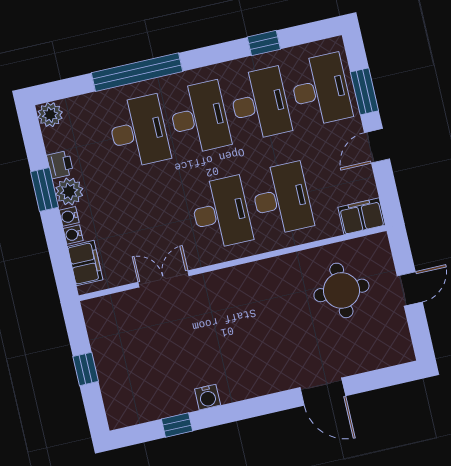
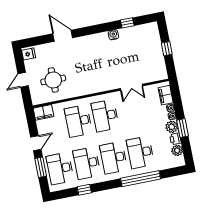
plant: (50, 115) -> (177, 150), moved
fridge: (399, 348) -> (29, 54), added

